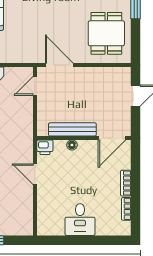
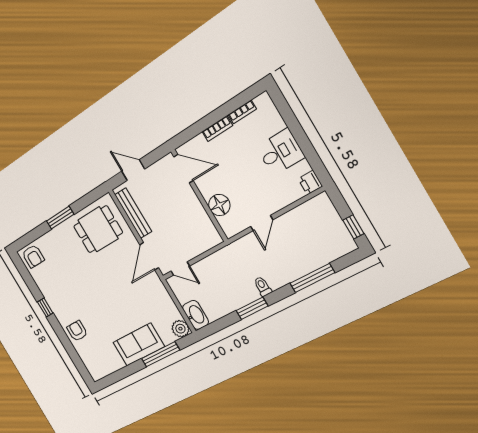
bench: (72, 129) -> (133, 213), moved
floor lamp: (72, 145) -> (219, 205), width x1.89, depth x1.89
printer: (45, 147) -> (310, 182), moved, turned 180

